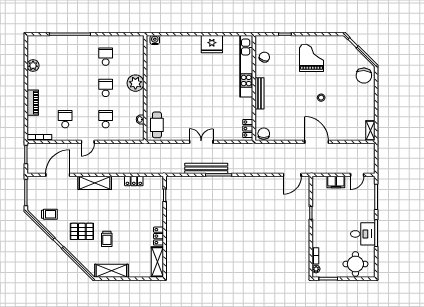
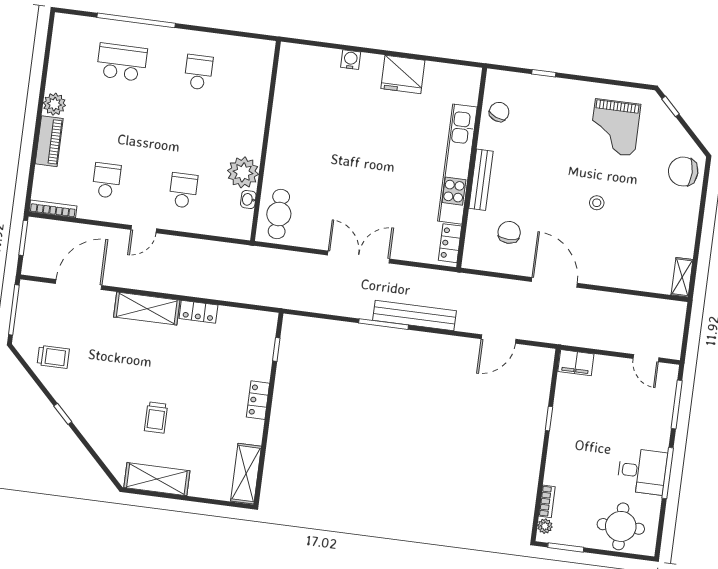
water cooler: (155, 40) -> (351, 60), moved
grand piano: (312, 58) -> (615, 127), moved, turned 180
plant: (33, 65) -> (54, 104), moved
kitchen unit: (246, 66) -> (457, 164), moved
chair: (364, 76) -> (683, 172), turned 86
plant: (135, 83) -> (243, 172), moved
school desk: (106, 88) -> (122, 62), moved, width x1.85
chair: (264, 134) -> (509, 232), moved
double door: (201, 142) -> (359, 257), width x1.37
door: (317, 142) -> (554, 282), moved
bench: (206, 168) -> (414, 315), moved
door: (292, 175) -> (499, 339), moved
door: (357, 175) -> (646, 358), hinge flipped
locker: (134, 181) -> (198, 312), moved
filing cabinet: (336, 182) -> (576, 363), moved
pallet: (82, 231) -> (110, 397), removed
locker: (159, 236) -> (258, 400), moved

